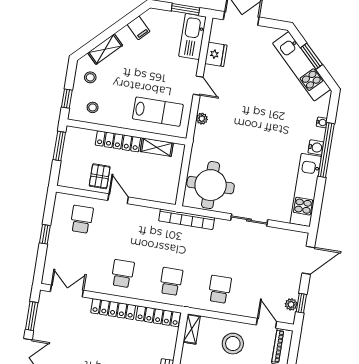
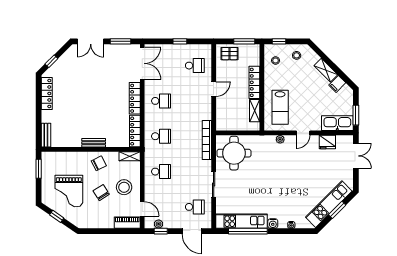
shelving: (105, 49) -> (326, 70), moved
window: (326, 150) -> (248, 231), moved
pallet: (100, 176) -> (229, 54), moved
school desk: (276, 251) -> (195, 207), added
double door: (67, 291) -> (142, 63), width x1.37
door: (267, 323) -> (142, 209), hinge flipped

